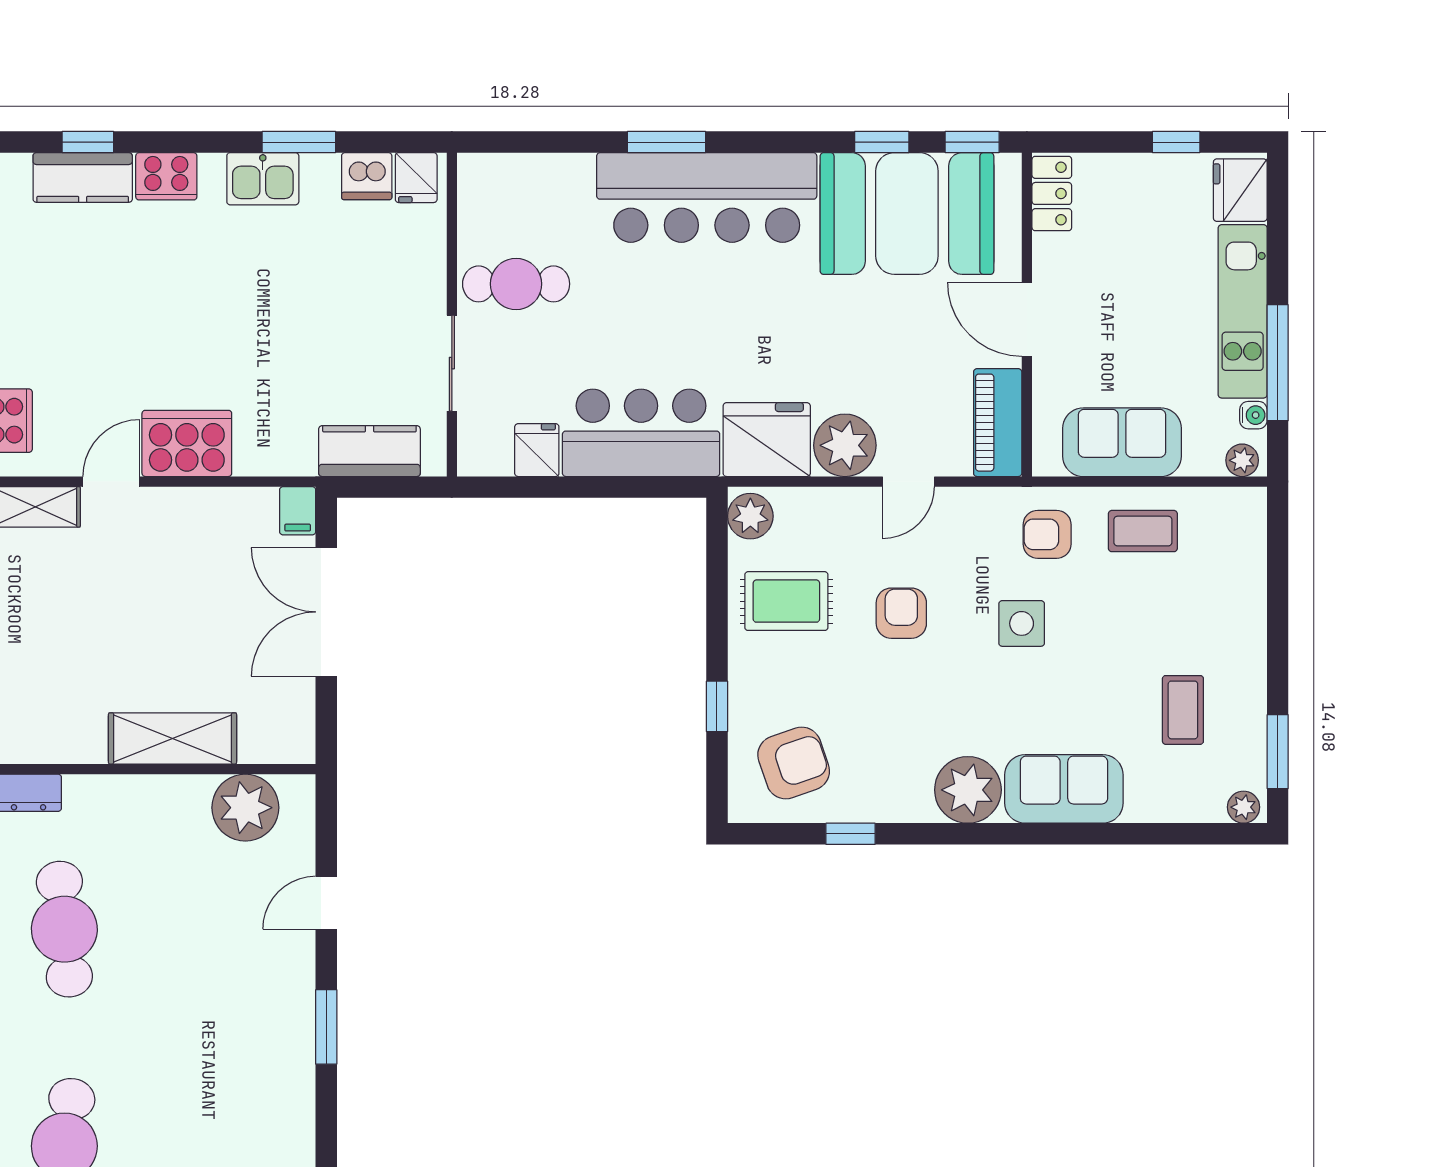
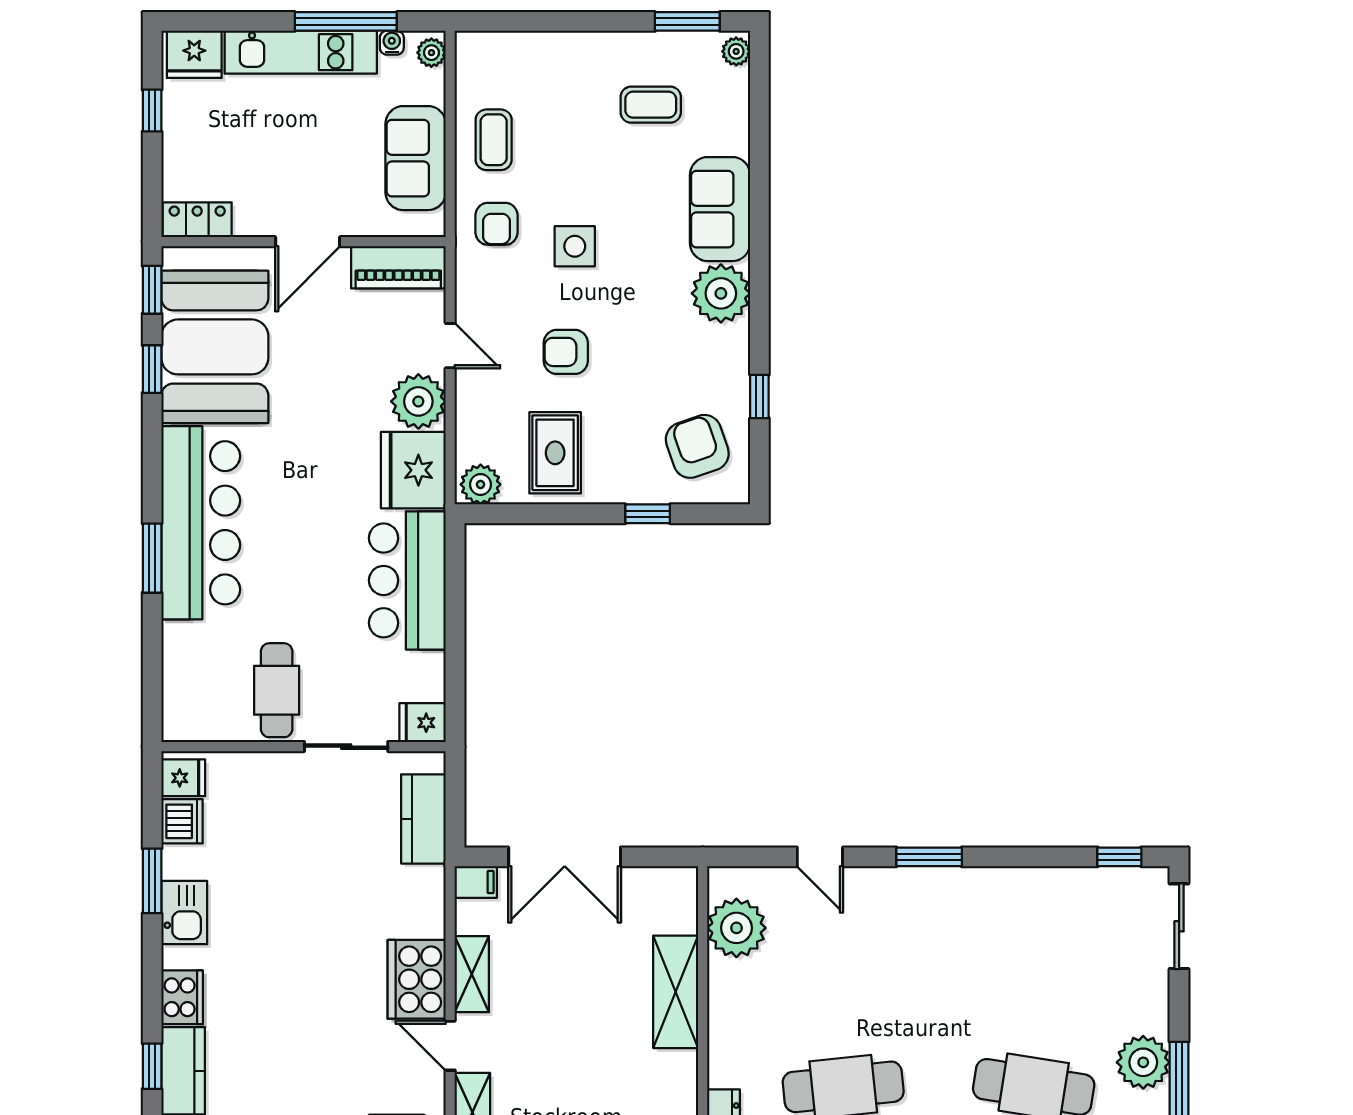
fridge: (537, 450) -> (423, 723), moved
shelving: (193, 506) -> (472, 974), added

